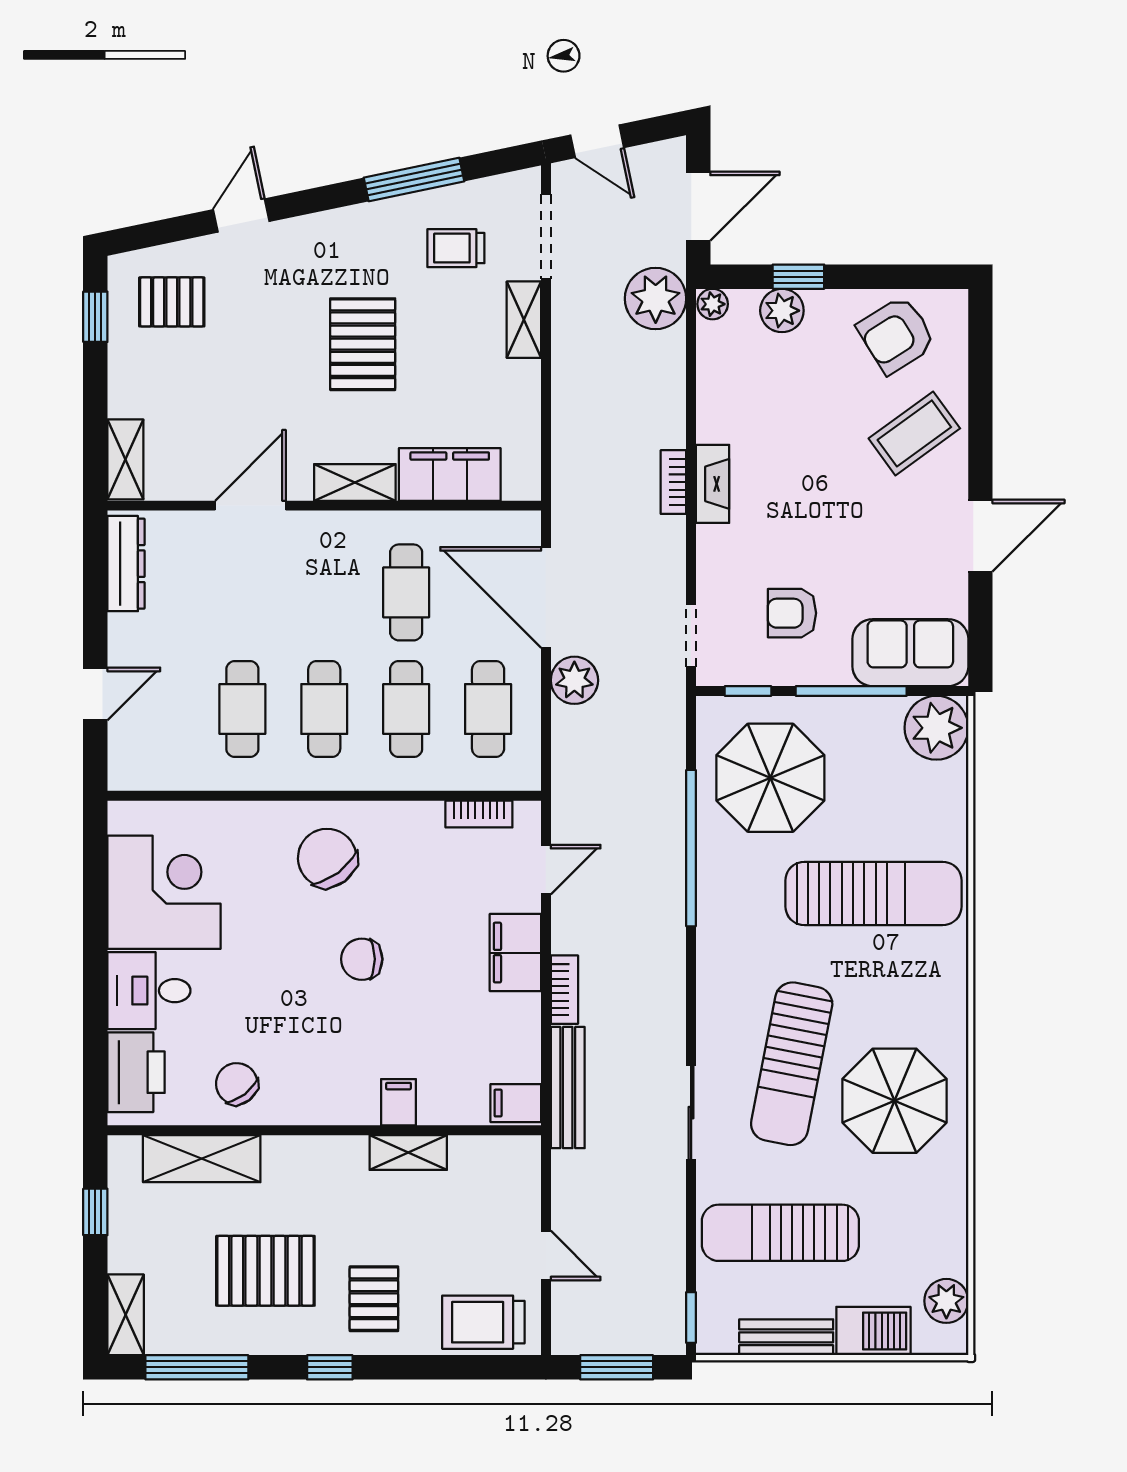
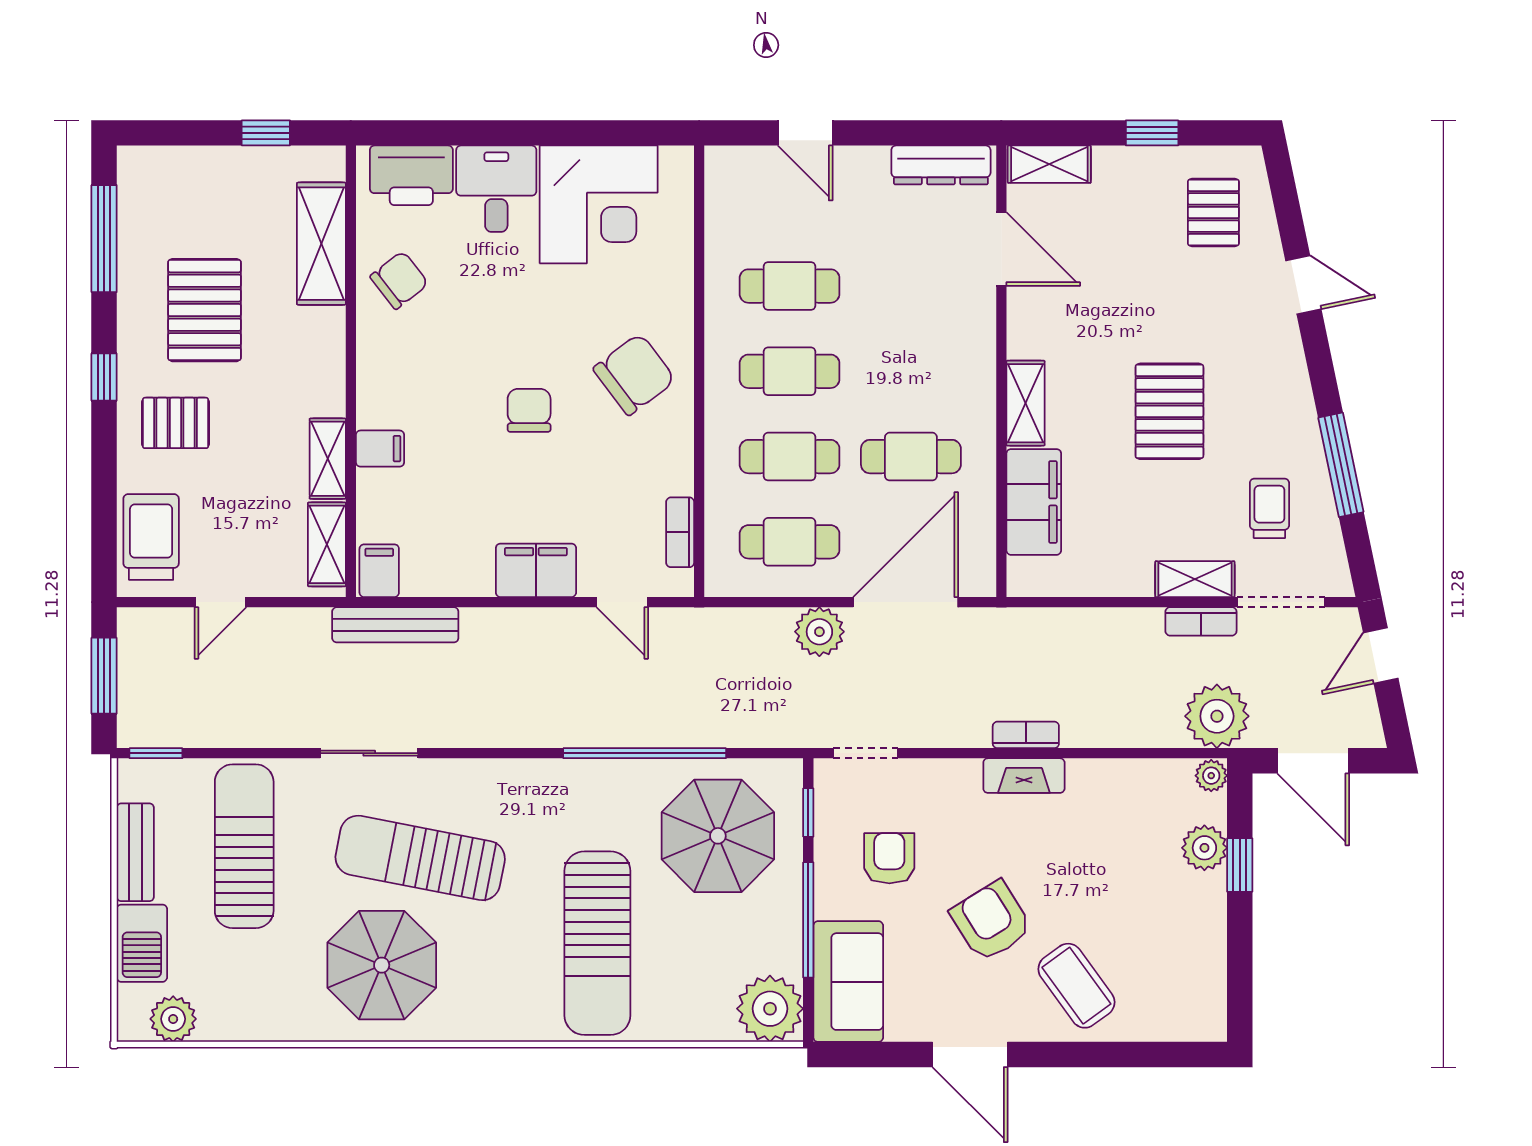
window: (95, 317) -> (1152, 133), moved
armchair: (896, 335) -> (991, 921), moved
pallet: (363, 344) -> (1169, 411), turned 90
door: (250, 506) -> (1001, 249), moved
bookcase: (564, 990) -> (1201, 621), moved
shelving: (126, 1315) -> (327, 544), moved, turned 90

